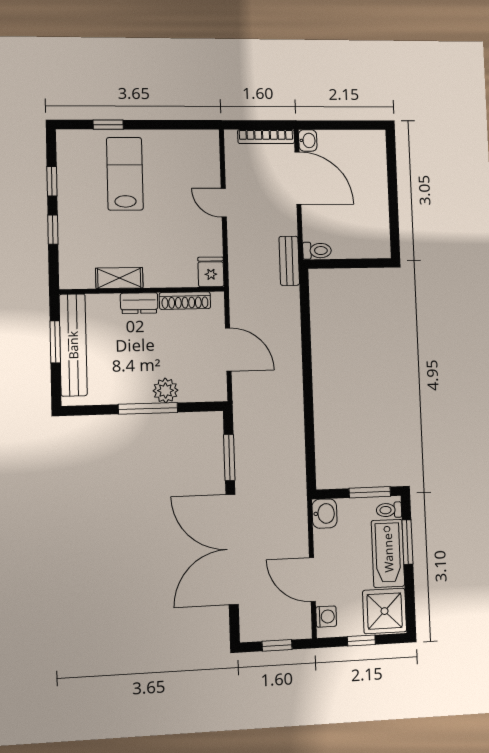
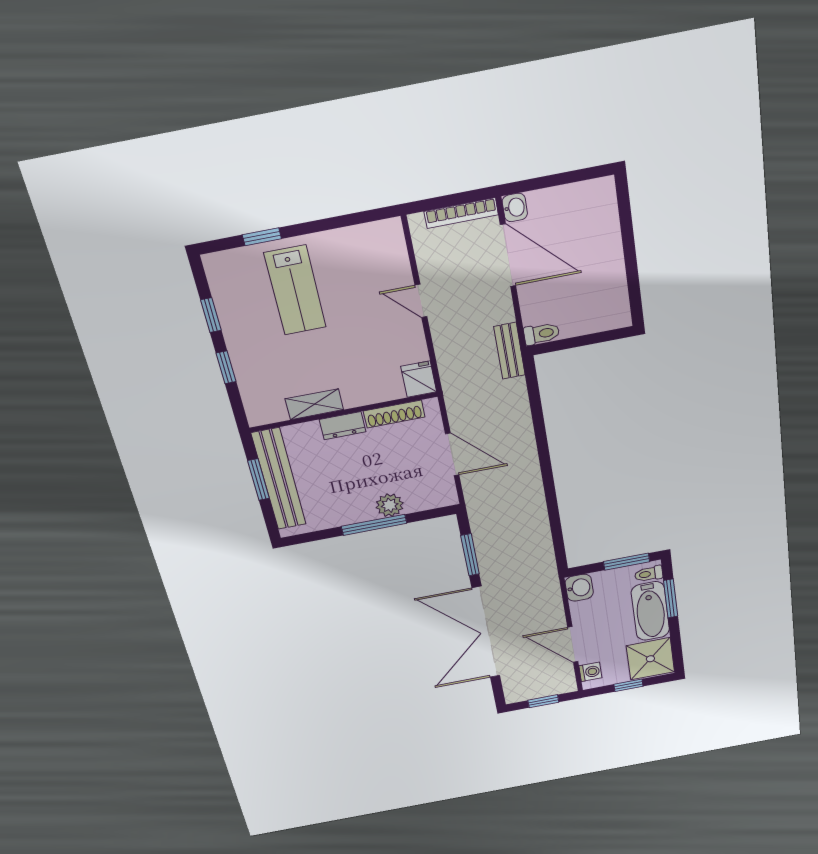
lab bench: (125, 174) -> (295, 290), turned 180

